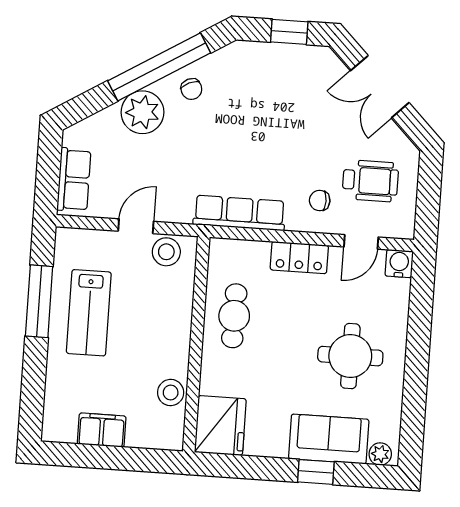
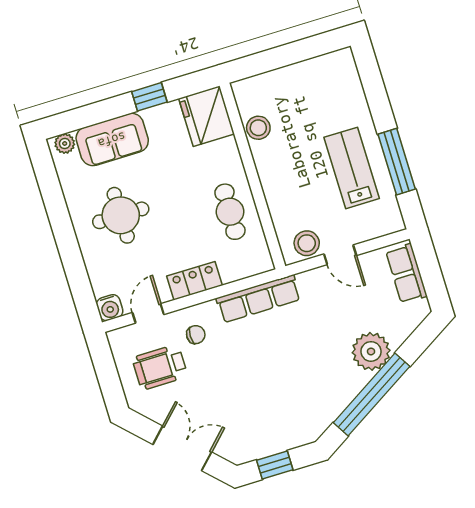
chair: (191, 89) -> (338, 386), removed
door: (136, 226) -> (340, 255), hinge flipped
filing cabinet: (102, 430) -> (304, 75), removed
window: (316, 472) -> (149, 97), moved

